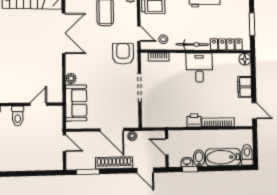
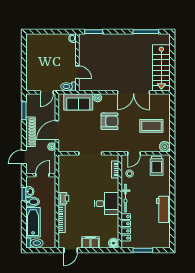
armchair: (123, 54) -> (110, 121), moved
toilet: (18, 116) -> (69, 86), moved

